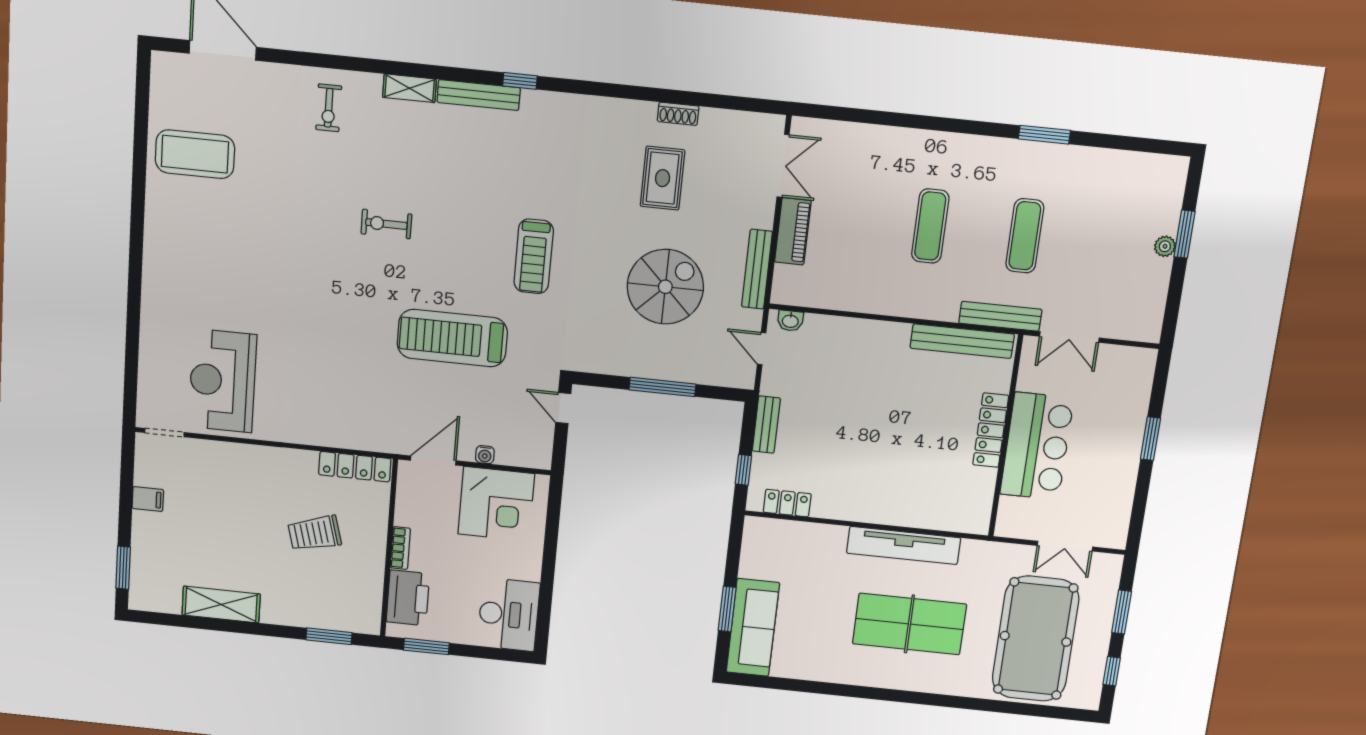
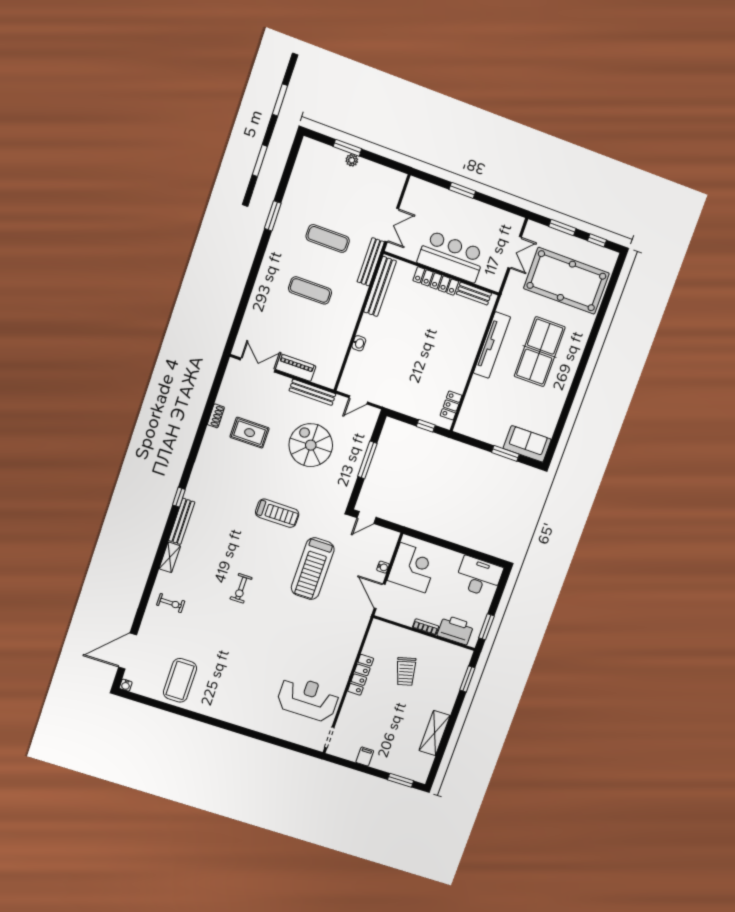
water cooler: (160, 60) -> (126, 685), added
washbasin: (790, 321) -> (359, 343), moved
reception desk: (223, 381) -> (308, 699), turned 180
bench: (766, 425) -> (474, 294), moved
locker: (355, 467) -> (361, 675), moved
sofa: (753, 628) -> (527, 444), width x0.73

